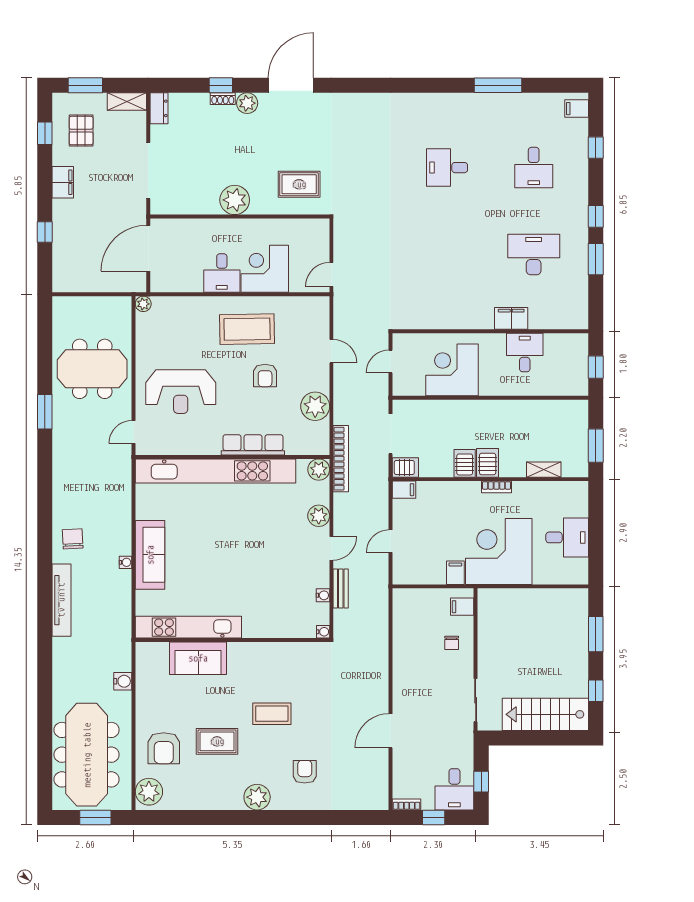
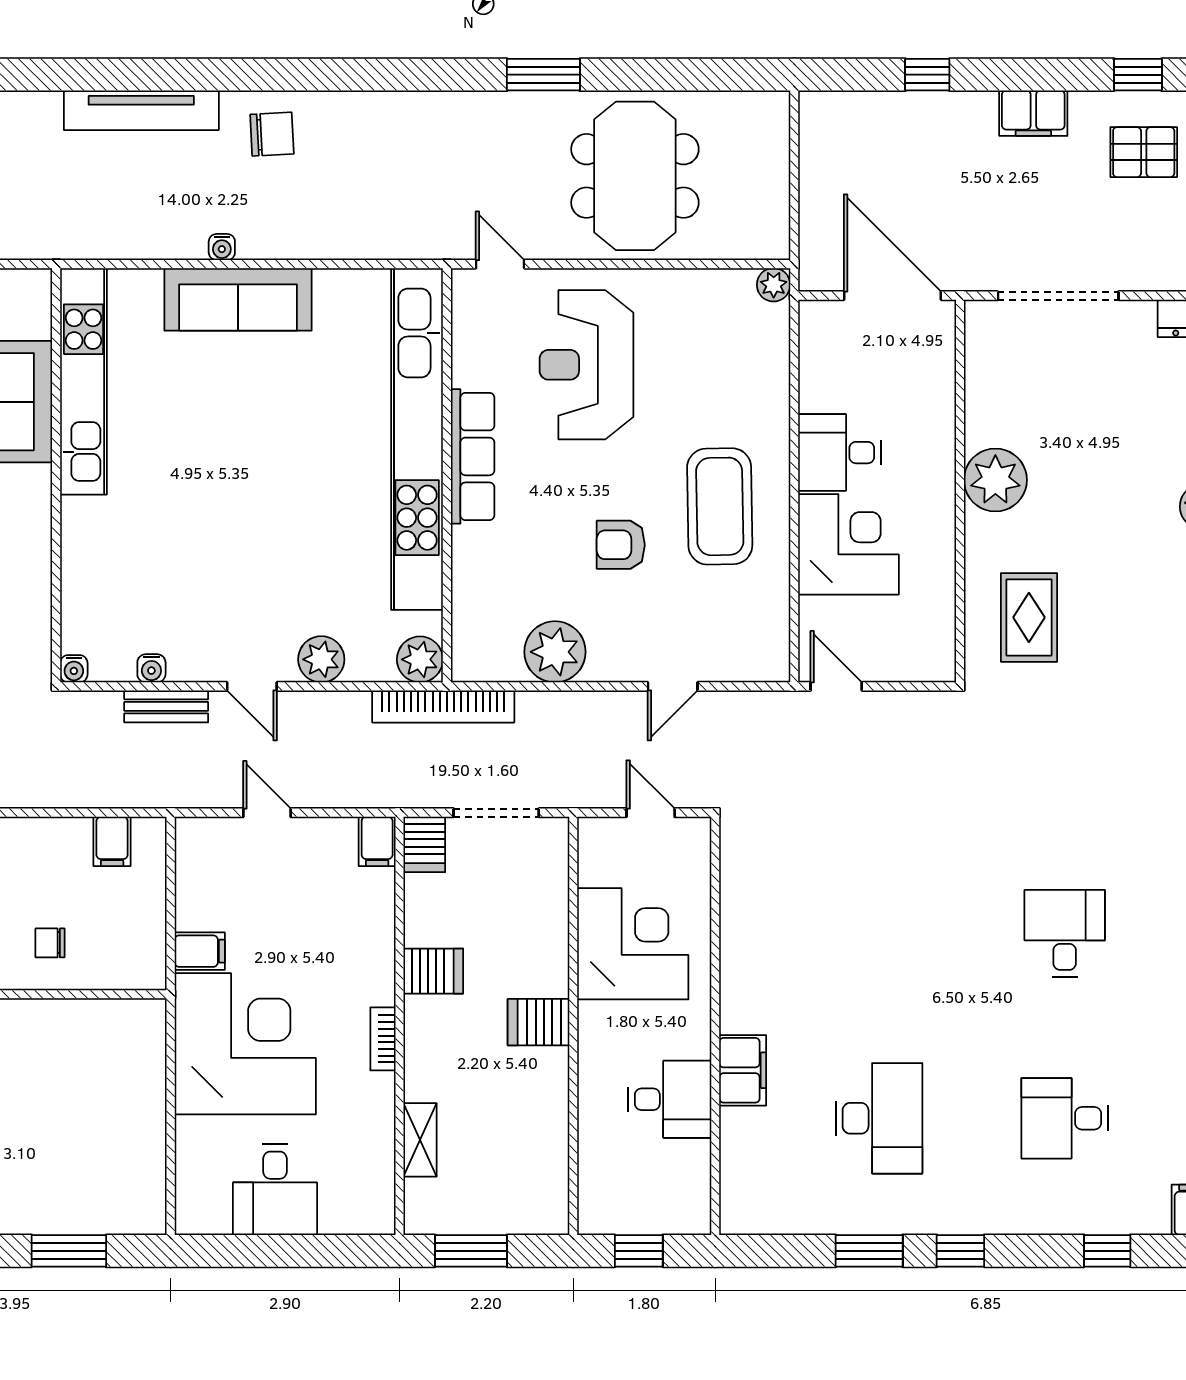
row of seats: (253, 445) -> (473, 456), moved
server rack: (488, 463) -> (538, 1022), moved, turned 180
filing cabinet: (462, 607) -> (112, 841), moved, turned 180

